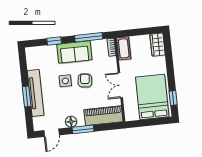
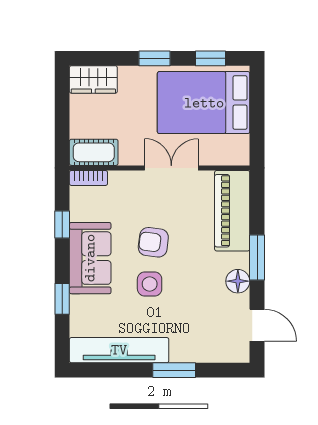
window: (89, 37) -> (62, 224), width x0.46
window: (170, 72) -> (155, 58), added
double door: (120, 85) -> (171, 168), swing flipped
tv unit: (36, 93) -> (119, 350), moved

